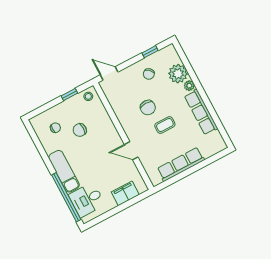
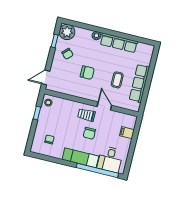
plant: (178, 74) -> (67, 32), moved
coffee table: (165, 125) -> (117, 80), moved
chair: (80, 130) -> (89, 133), moved
trolley: (108, 142) -> (86, 115), added
door: (131, 151) -> (104, 106), swing flipped
filing cabinet: (125, 193) -> (127, 133), width x0.50

